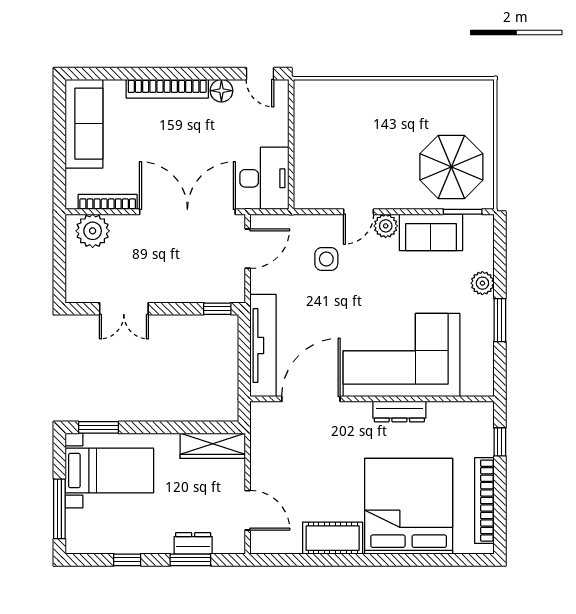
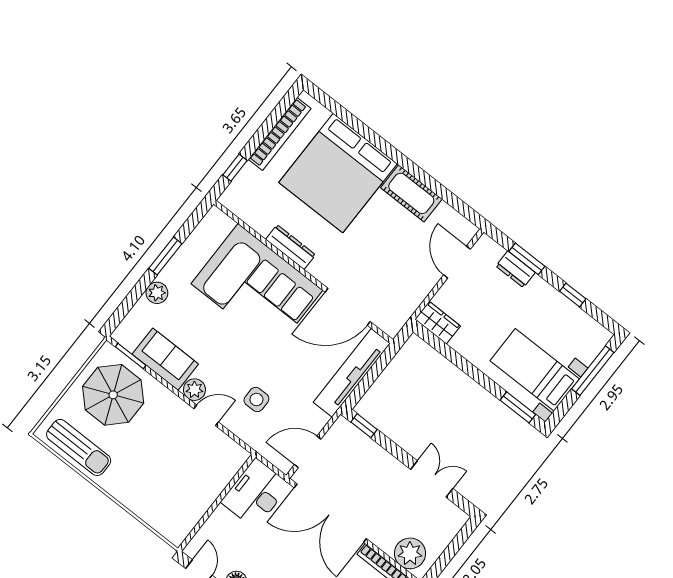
sun lounger: (446, 99) -> (79, 447), added
wardrobe: (213, 446) -> (438, 323), width x0.67

